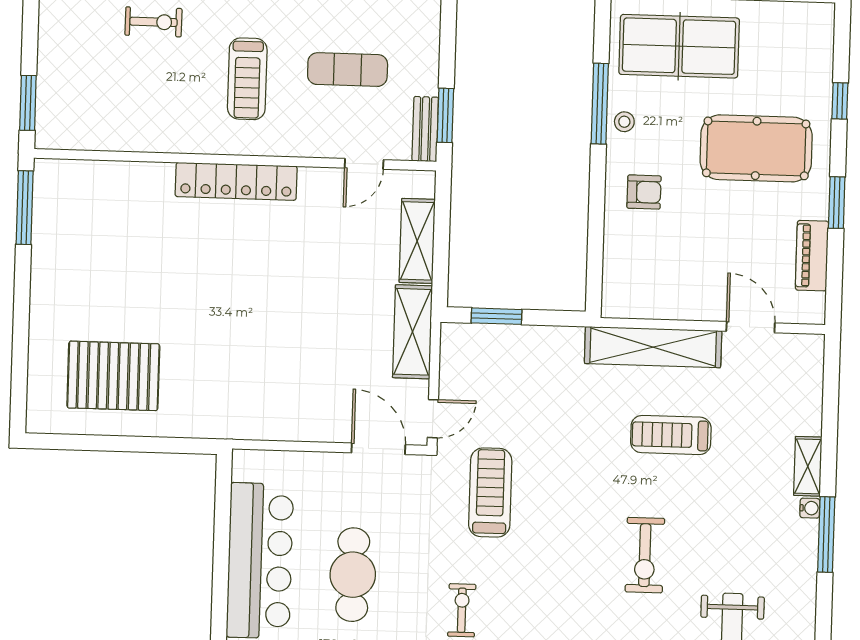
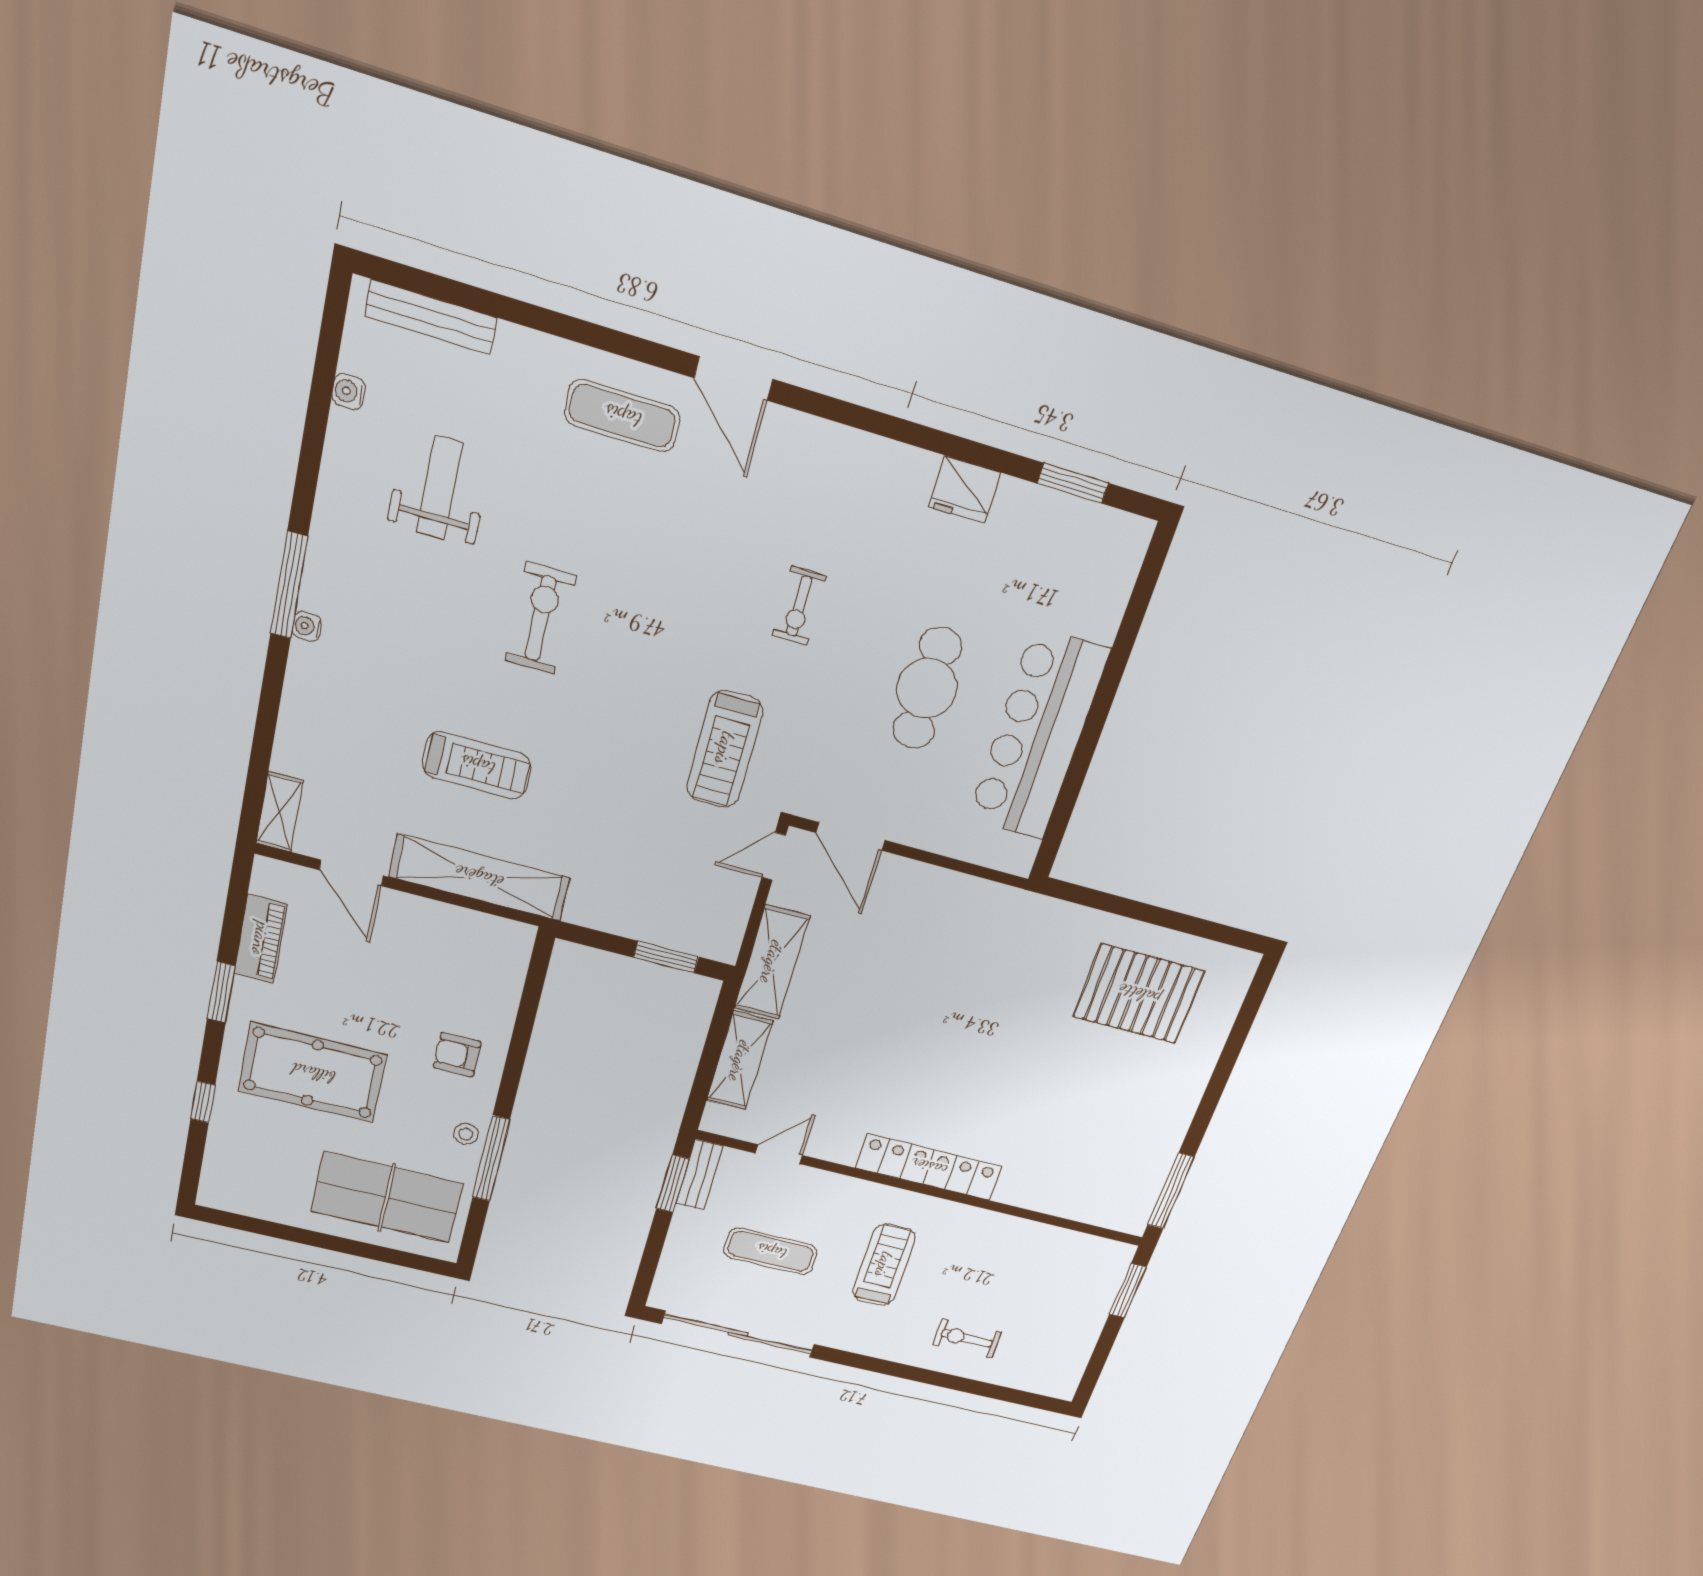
shelving: (808, 466) -> (279, 812), moved

